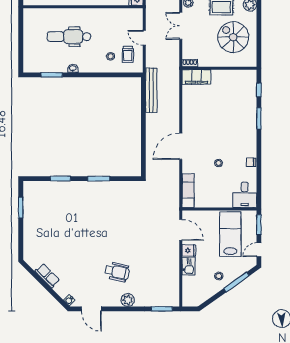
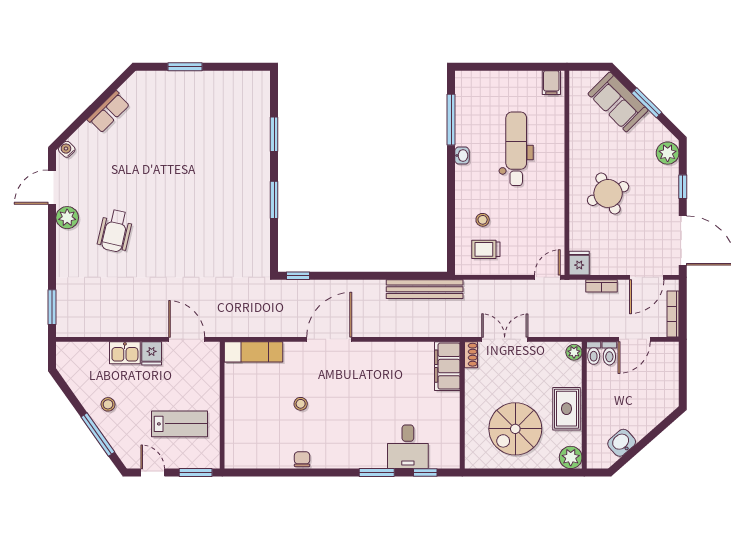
filing cabinet: (30, 16) -> (551, 83), added
double door: (181, 26) -> (505, 339), moved
spiral stairs: (233, 37) -> (515, 429), turned 180
door: (144, 38) -> (547, 277), moved
window: (52, 75) -> (451, 120), width x1.44
door: (181, 146) -> (329, 339), hinge flipped
window: (143, 165) -> (298, 276), added
desk: (245, 195) -> (408, 447), moved, turned -90
window: (21, 208) -> (185, 67), moved
door: (181, 230) -> (187, 339), swing flipped
lab bench: (230, 234) -> (180, 424), width x0.73, depth x0.72
plant: (128, 300) -> (67, 218), moved

